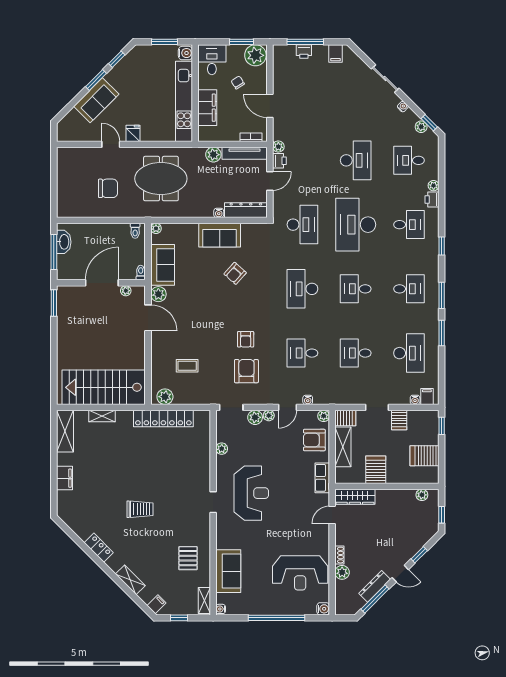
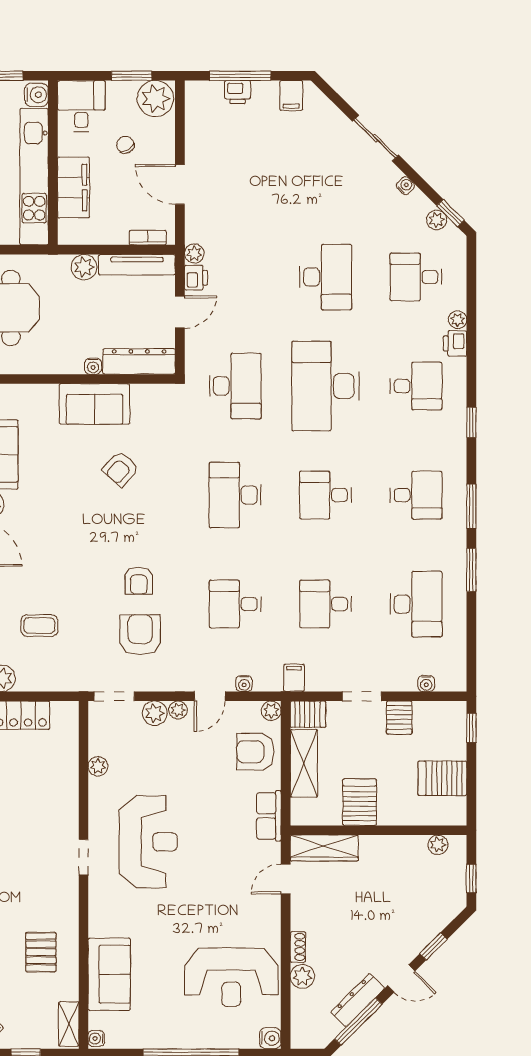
filing cabinet: (427, 397) -> (294, 678), moved

